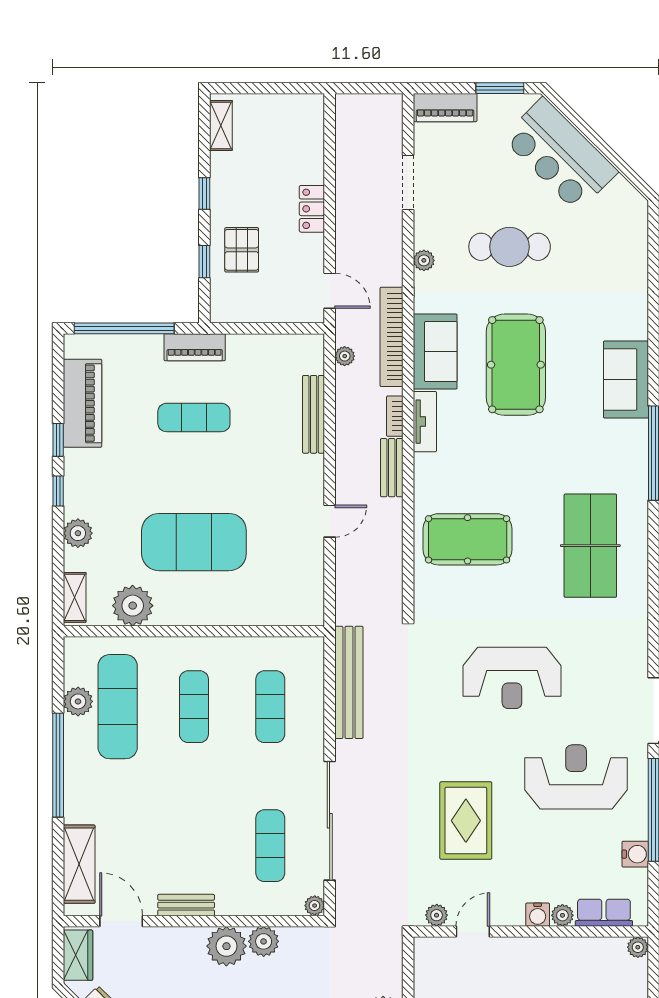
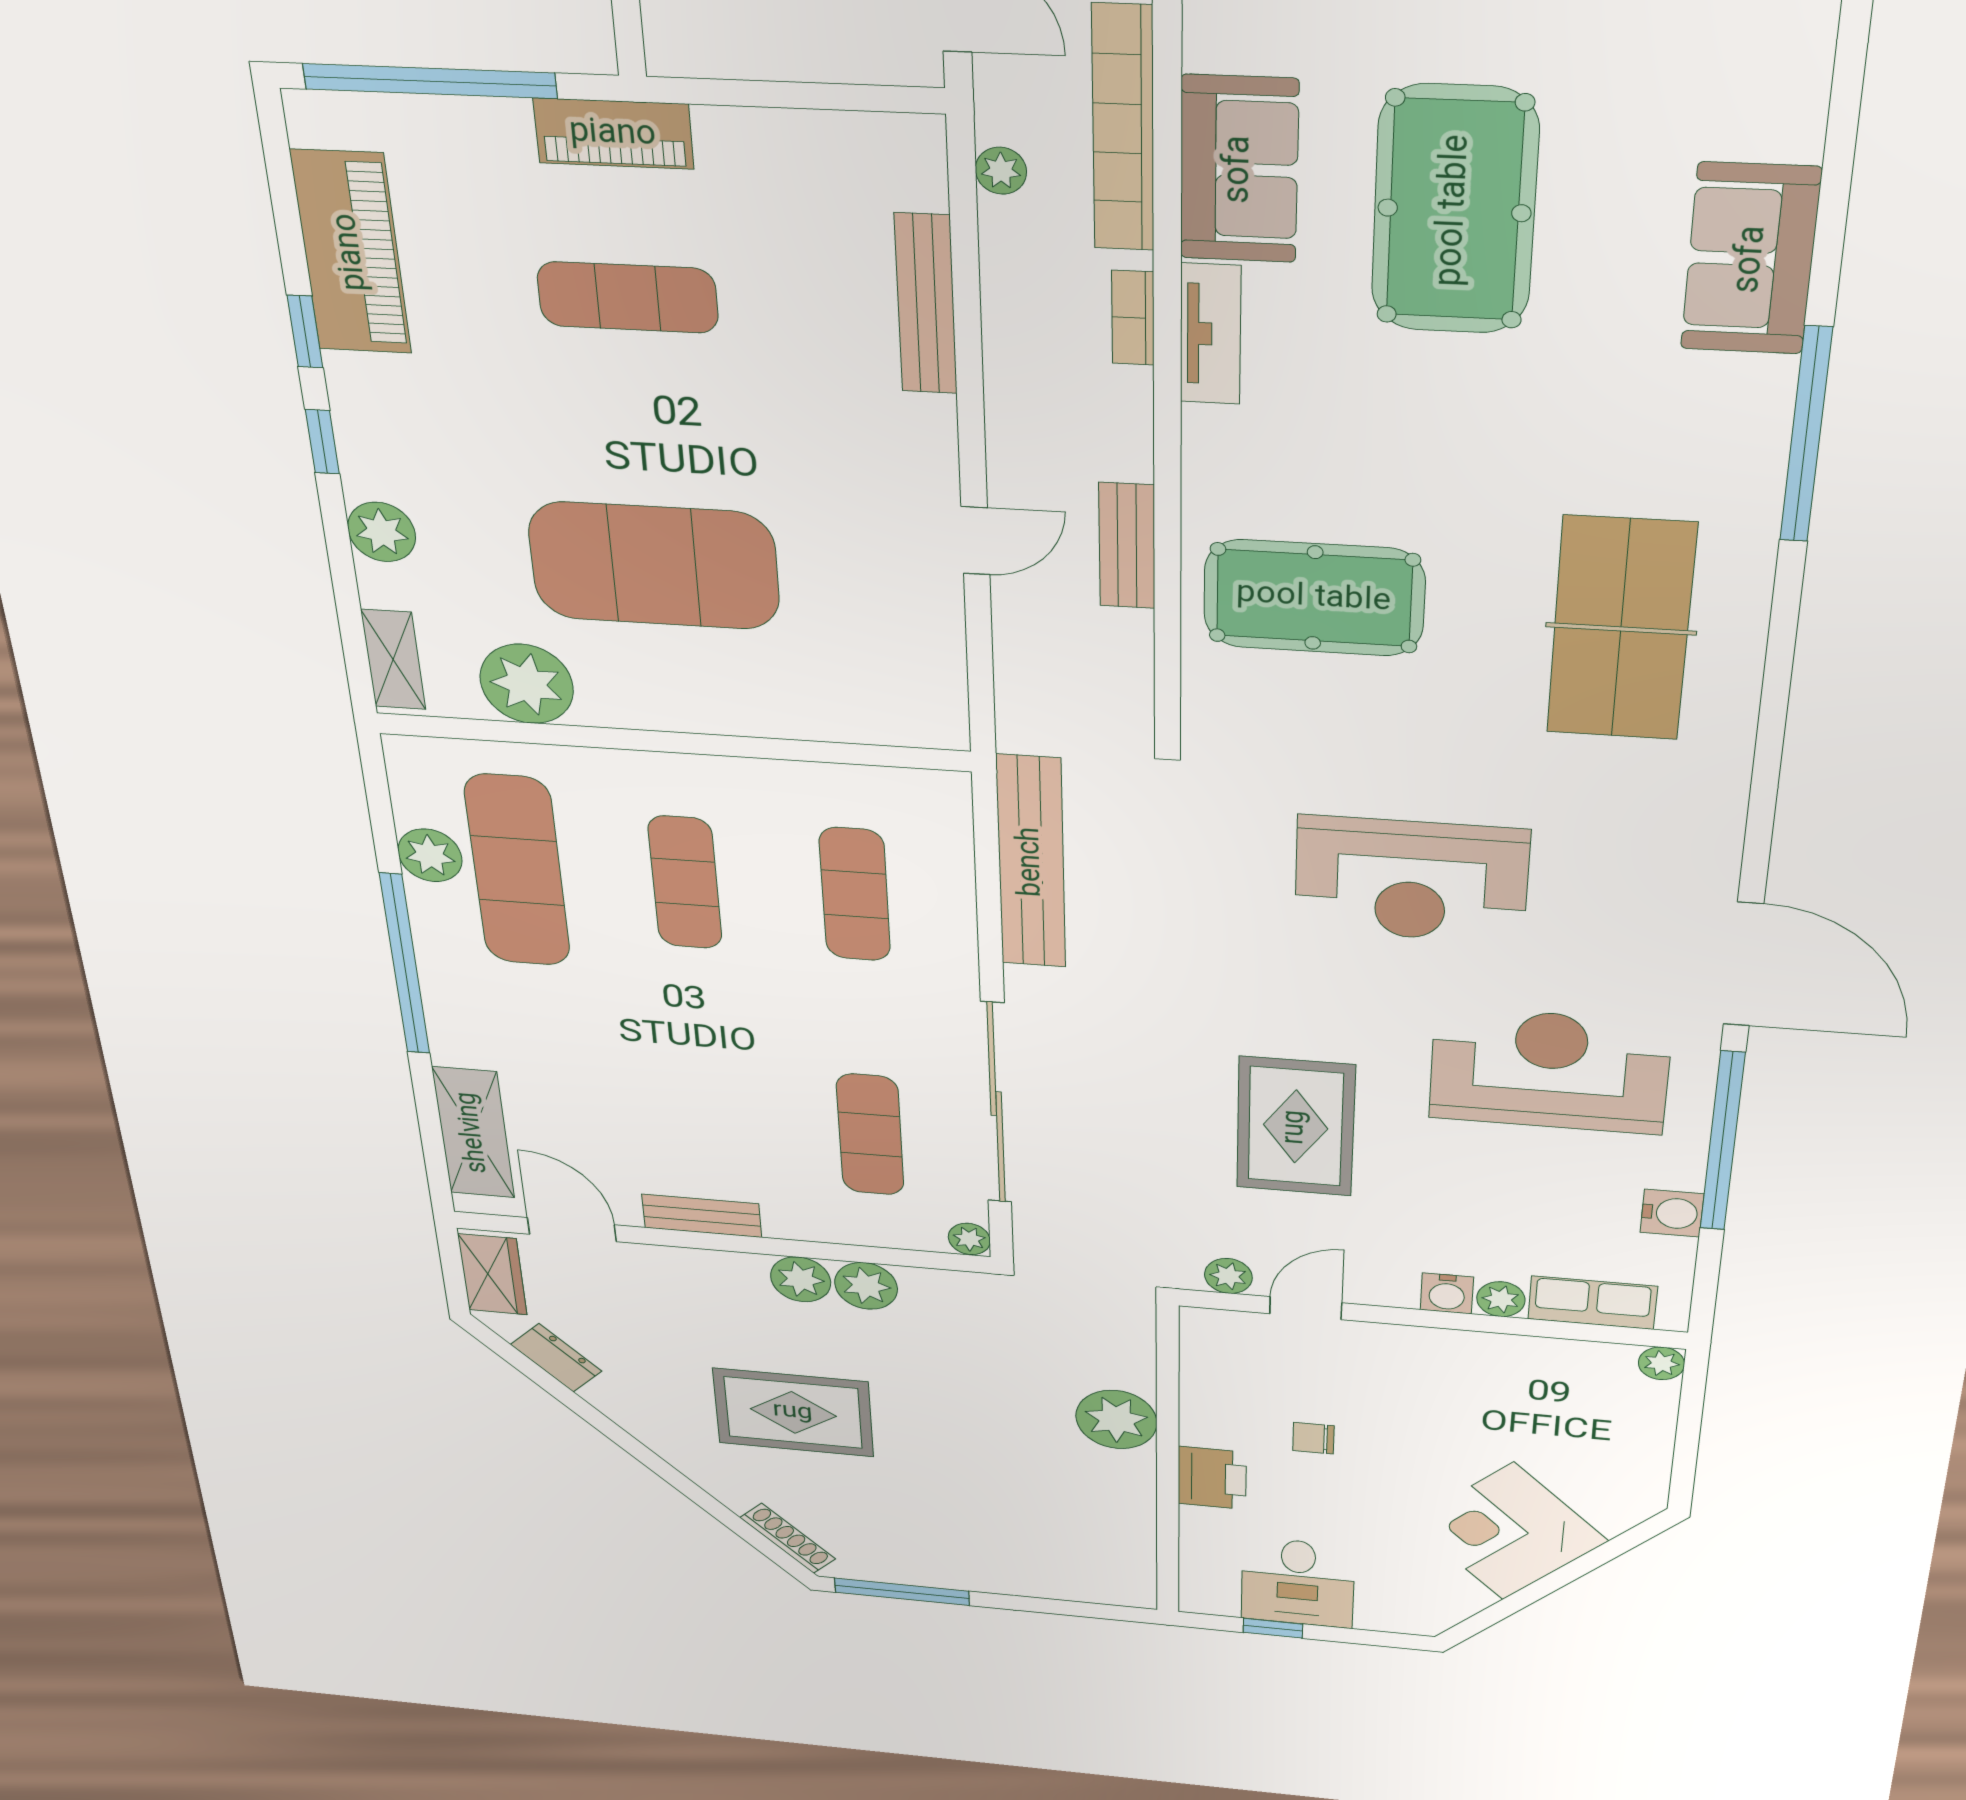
bench: (392, 468) -> (1127, 546), moved
plant: (226, 946) -> (801, 1279), width x0.73, depth x0.73

